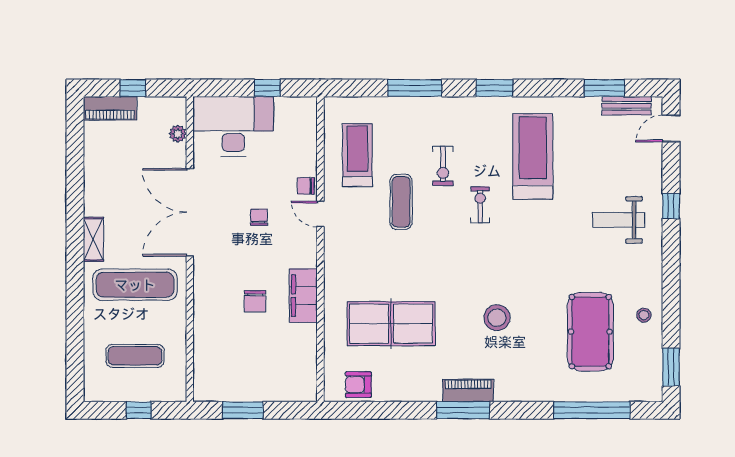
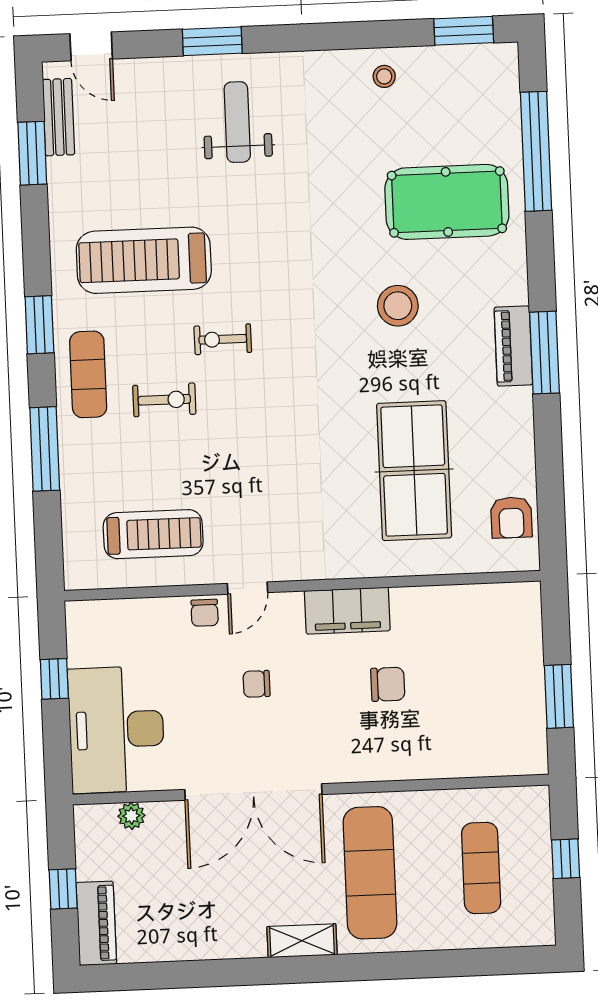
treadmill: (357, 155) -> (153, 534), turned 180
exercise mat: (401, 202) -> (88, 374), moved, turned 90
window: (671, 206) -> (212, 41), width x1.50
weight bench: (619, 220) -> (237, 122), turned 180
filing cabinet: (303, 296) -> (347, 611), moved
pool table: (590, 332) -> (447, 202), moved

